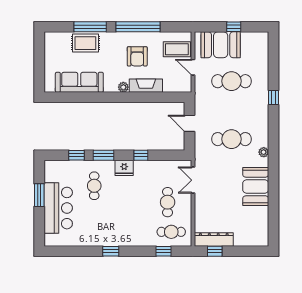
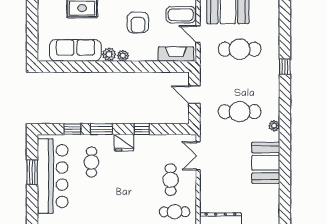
plant: (110, 86) -> (109, 54), added
fireplace: (146, 86) -> (176, 54), moved
bar counter: (58, 208) -> (53, 176), width x1.36

